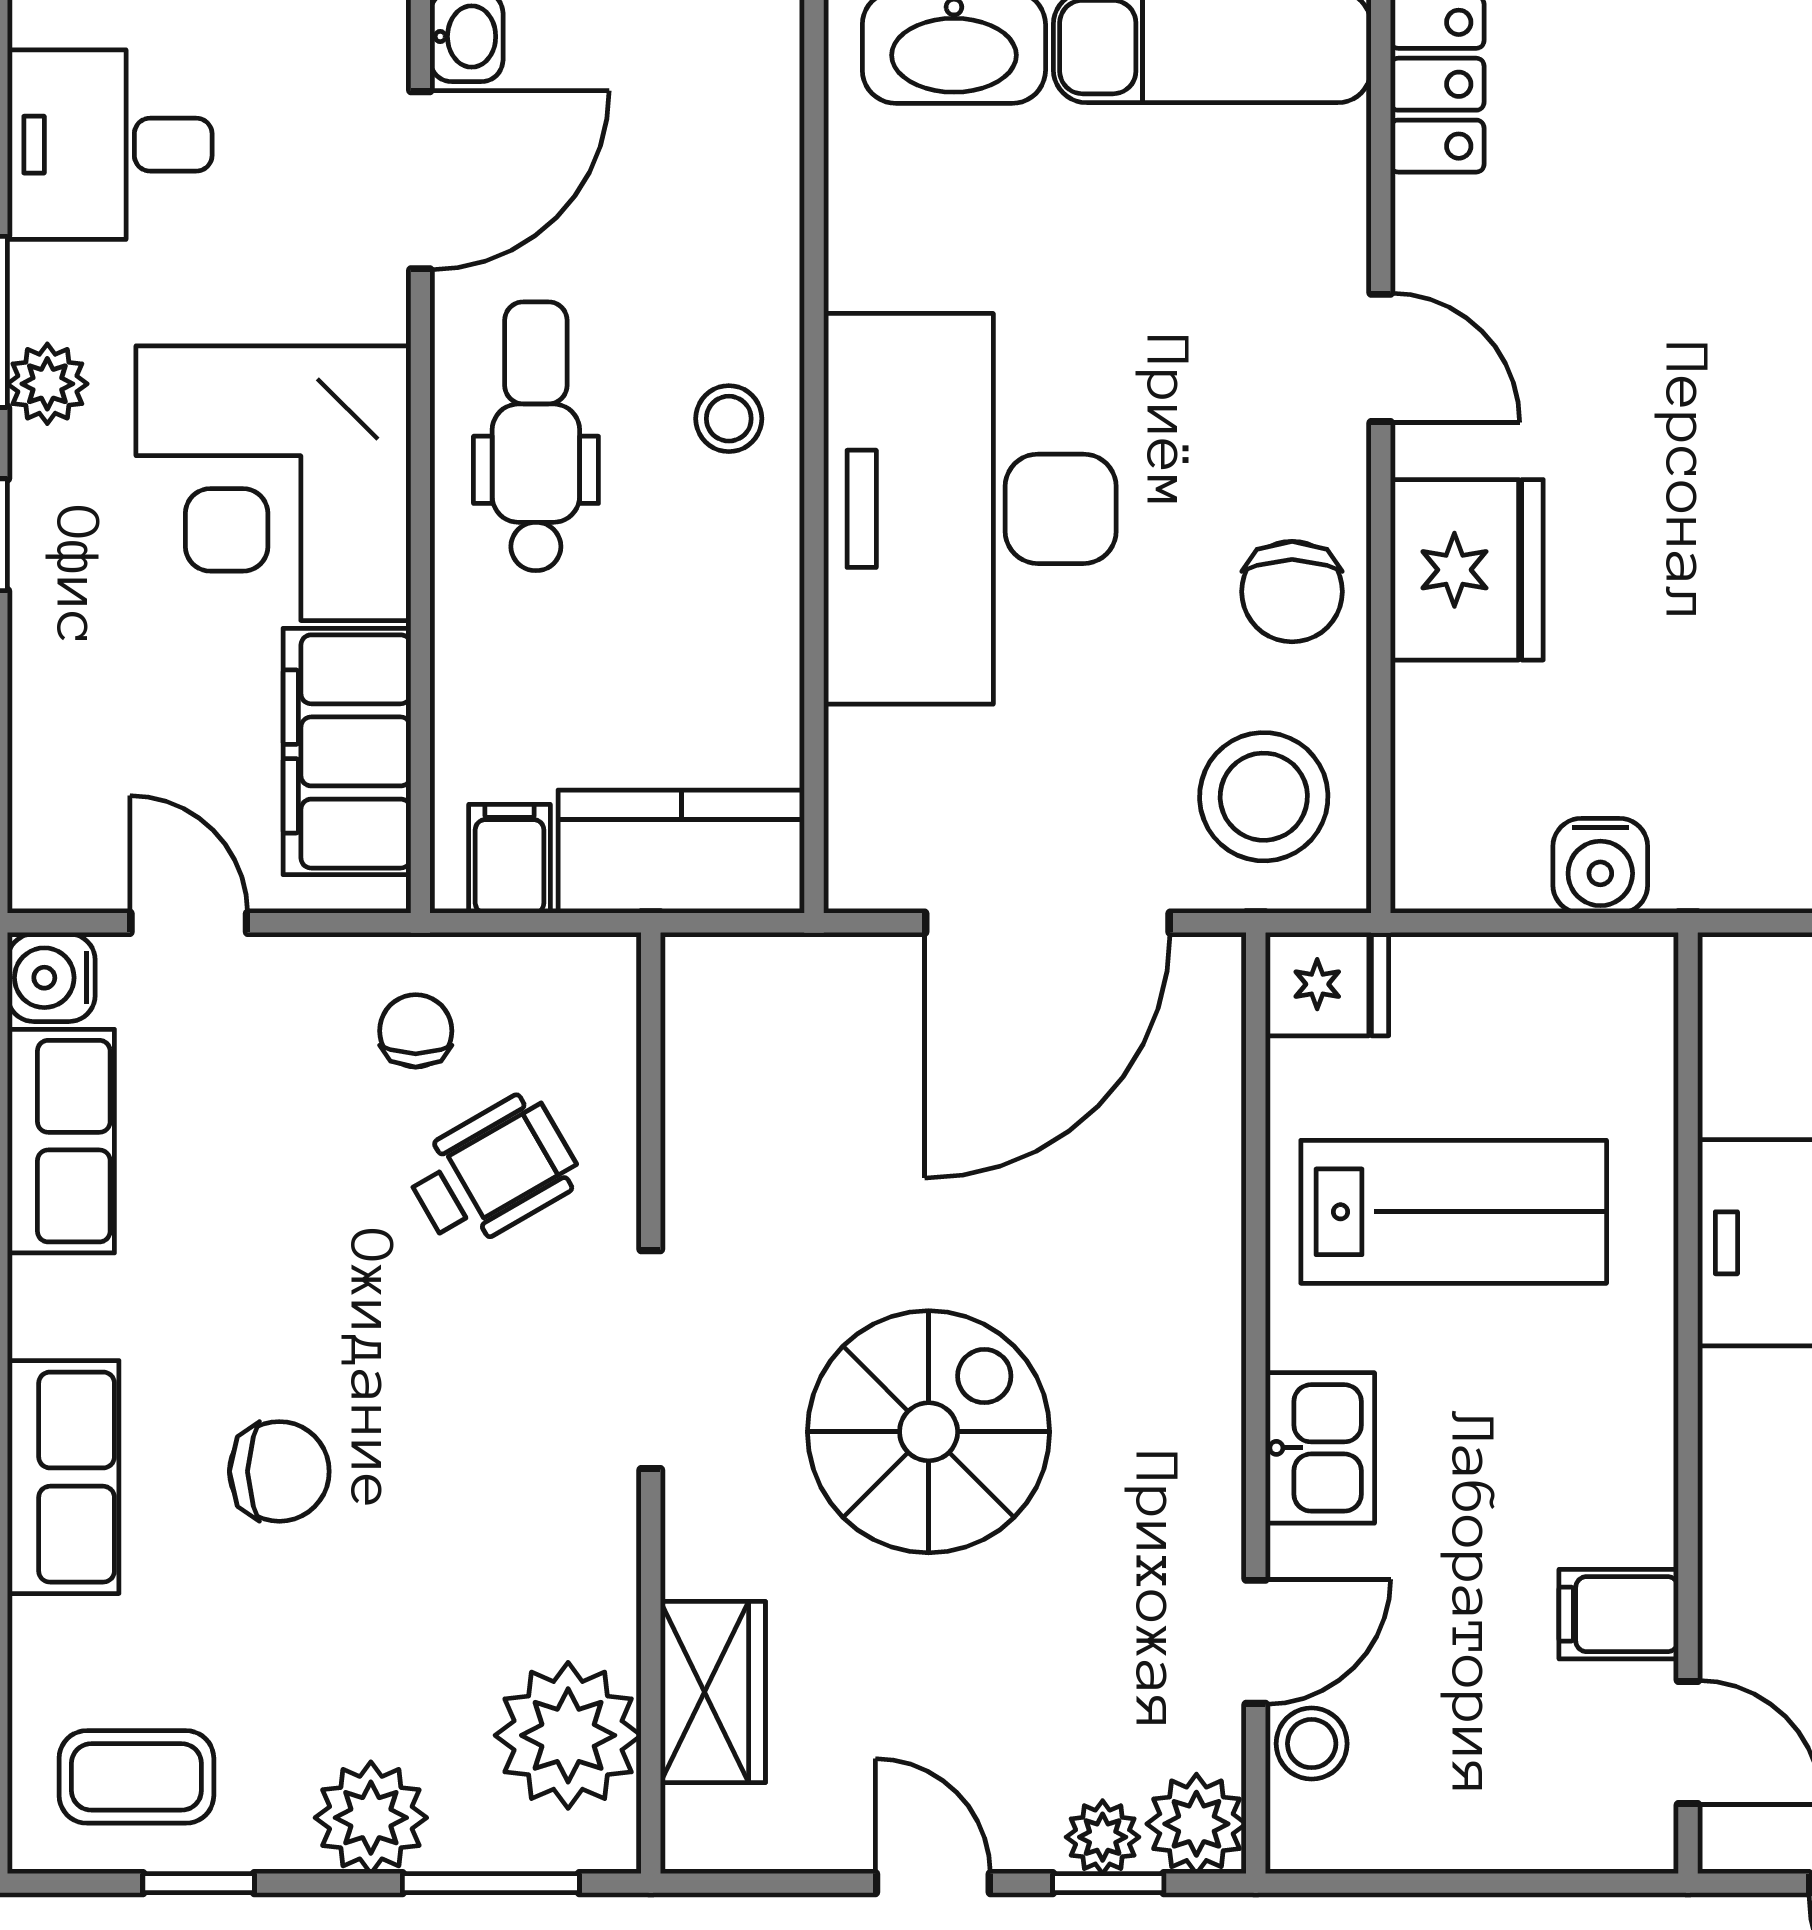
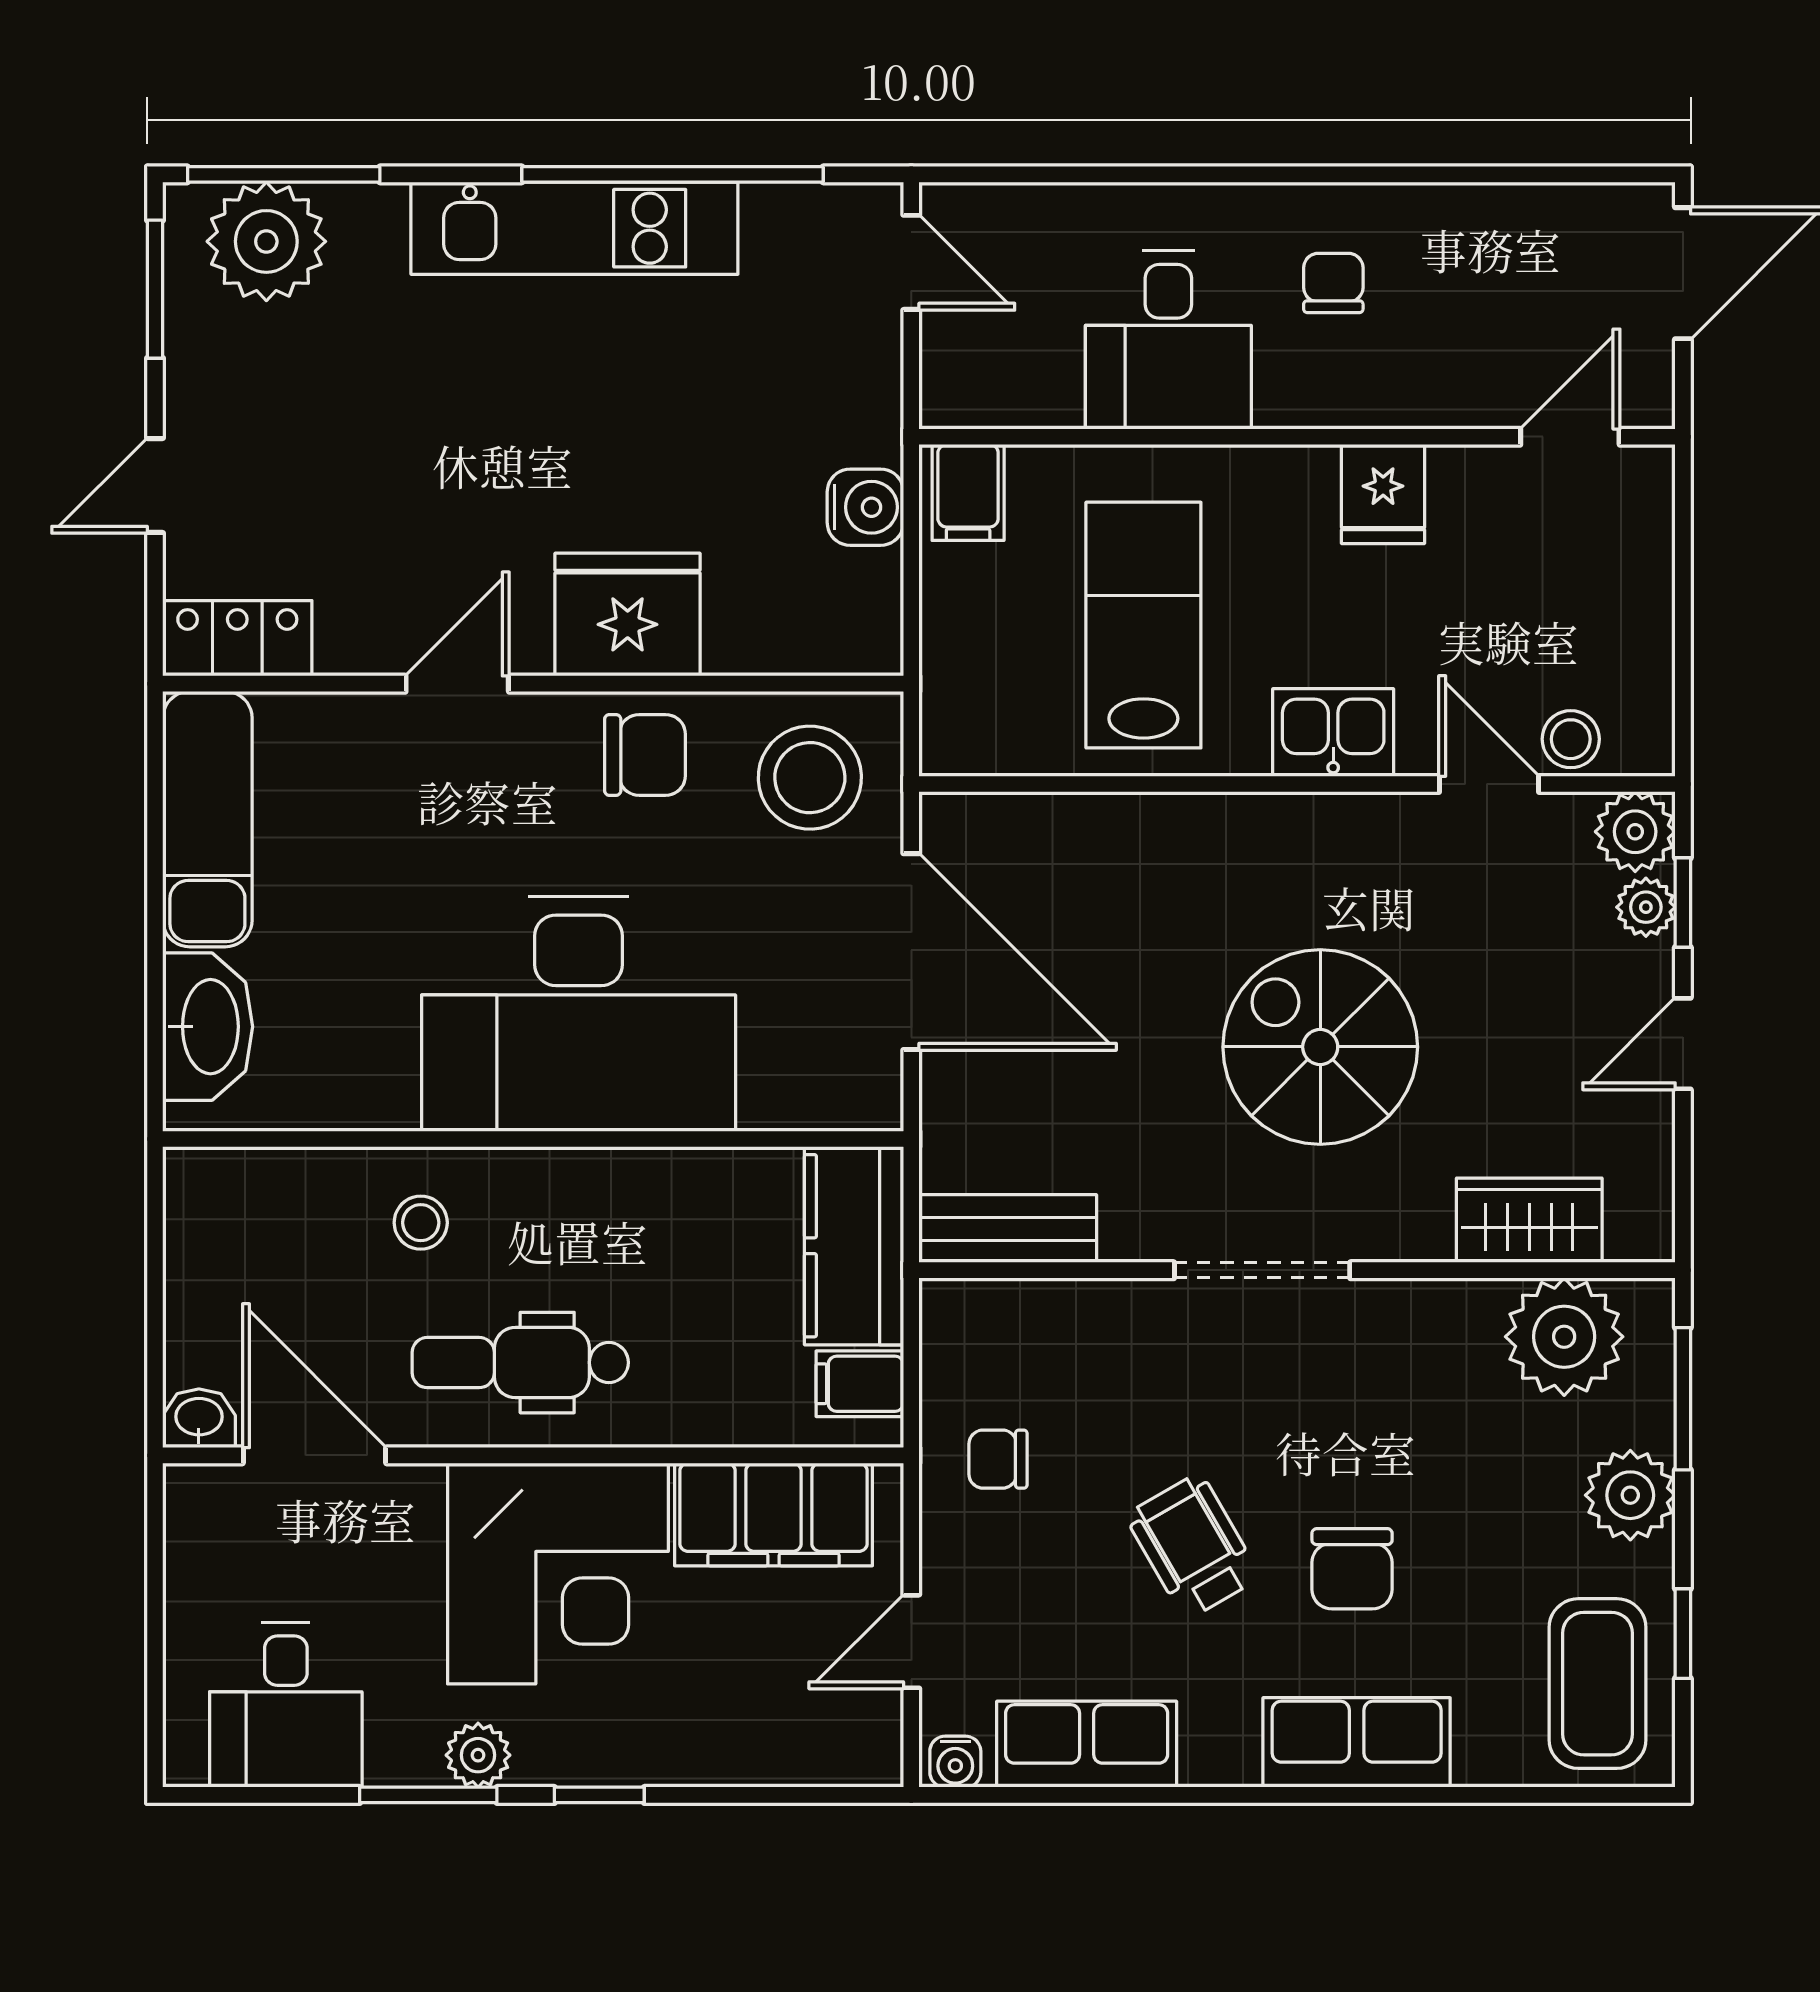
stool: (729, 419) -> (421, 1223), moved
water cooler: (51, 978) -> (955, 1762), width x0.72, depth x0.72
fridge: (1327, 984) -> (1383, 494), moved, turned 180
bench: (703, 1043) -> (1008, 1229), added
wheelchair: (493, 1172) -> (1193, 1546), moved
chair: (279, 1471) -> (1352, 1569), turned 180
filing cabinet: (1619, 1614) -> (968, 492), moved
coffee table: (136, 1777) -> (1598, 1684), width x1.36, depth x1.30

